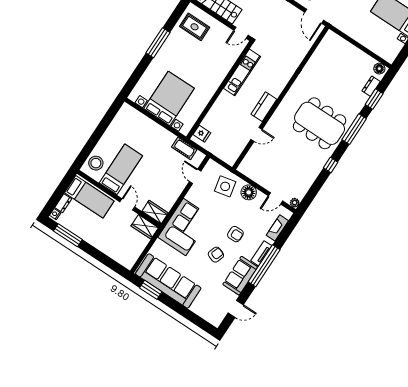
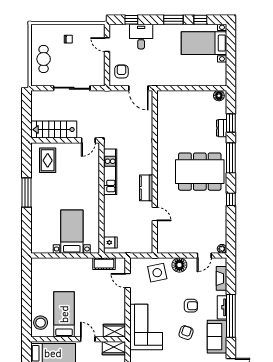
rug: (195, 27) -> (48, 160), turned 90
dresser: (371, 86) -> (222, 128), moved
bed with nightstands: (169, 98) -> (72, 232), width x0.73
door: (256, 134) -> (155, 214), hinge flipped

